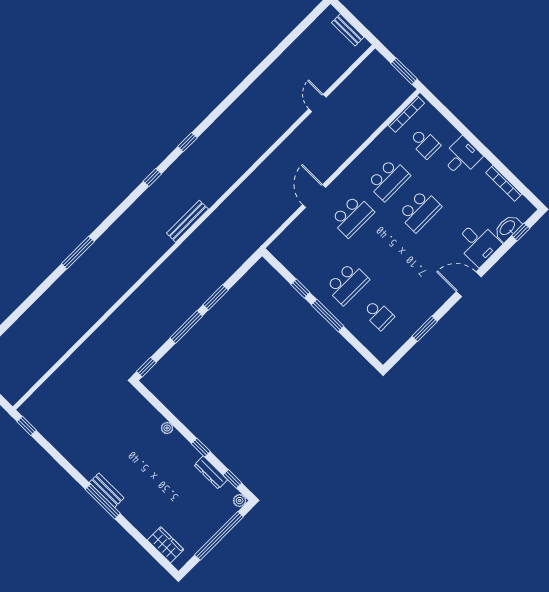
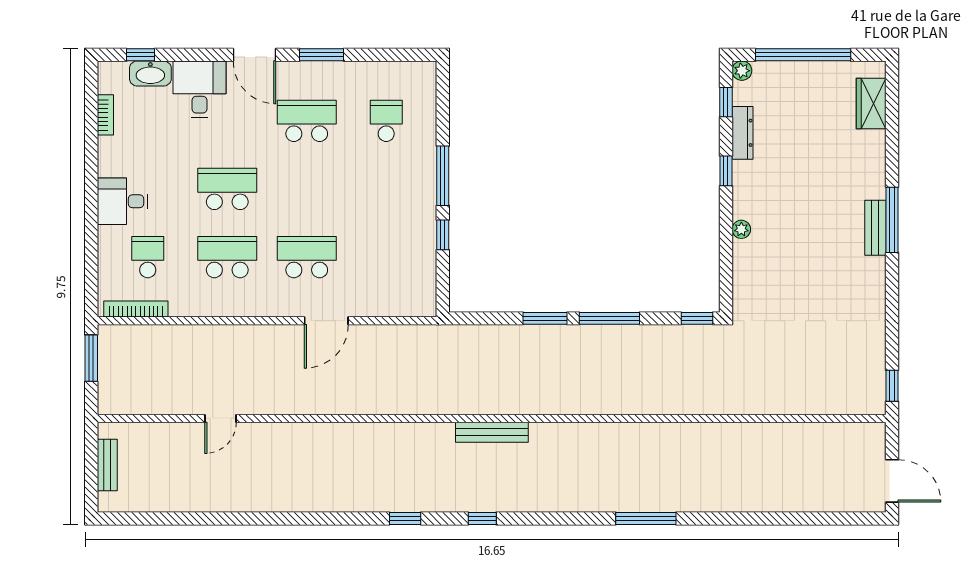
bookcase: (504, 183) -> (105, 115), width x0.64
school desk: (347, 284) -> (307, 121), moved
window: (425, 329) -> (322, 55), moved

